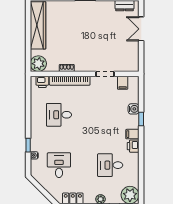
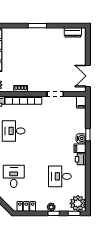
double door: (141, 29) -> (88, 76), moved
filing cabinet: (123, 83) -> (81, 102), moved
water cooler: (134, 109) -> (81, 138), moved

